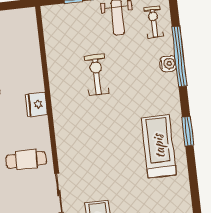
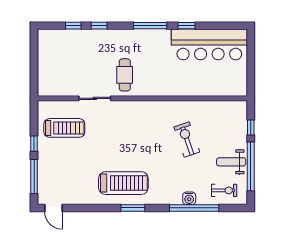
exercise bike: (97, 75) -> (187, 140), turned -109
fridge: (37, 105) -> (168, 88), removed

